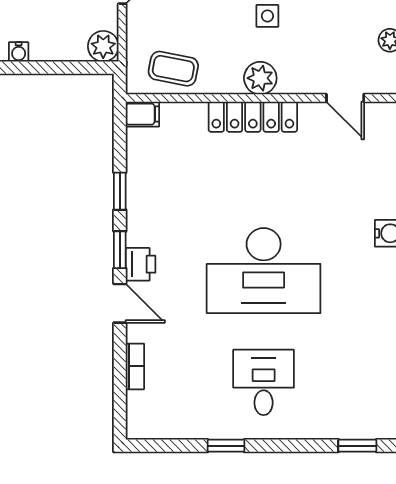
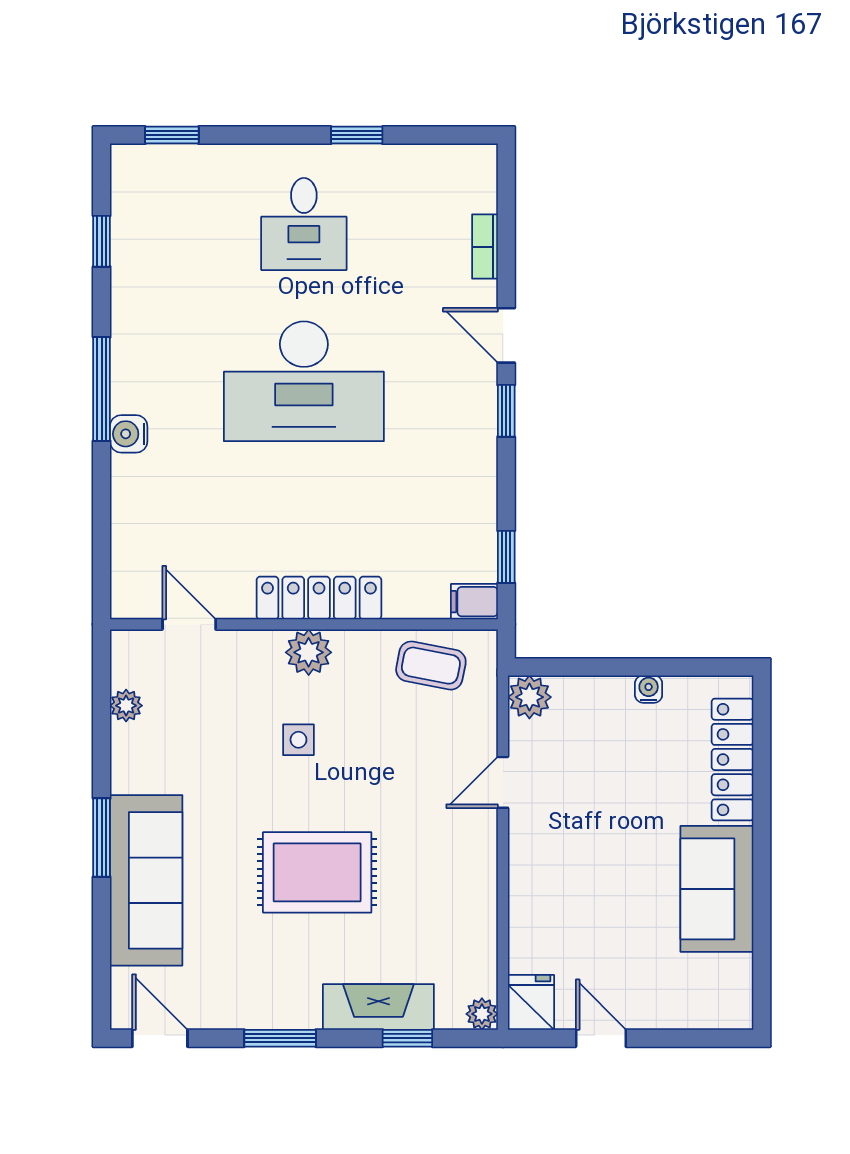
window: (120, 191) -> (506, 557), moved
printer: (141, 264) -> (477, 390), removed
desk: (264, 271) -> (304, 381), turned 180

